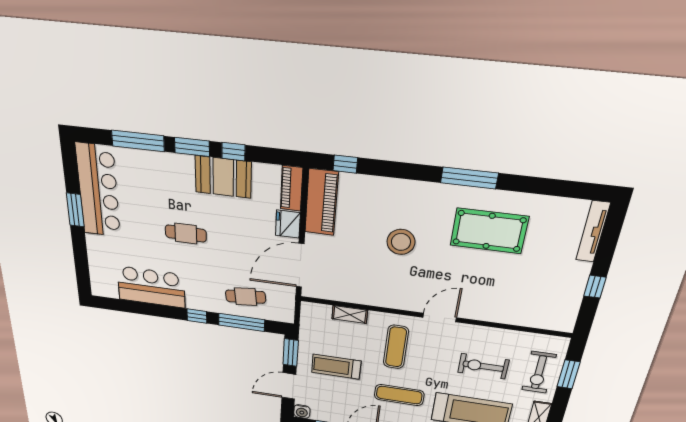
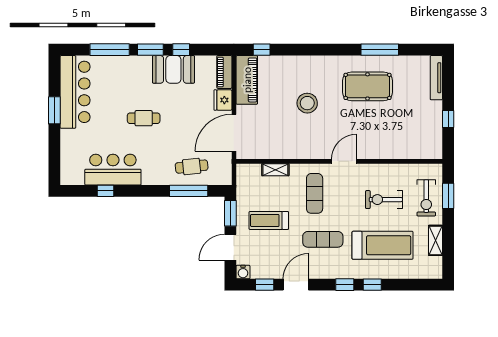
window: (469, 178) -> (380, 50), moved
window: (197, 316) -> (105, 191), moved

